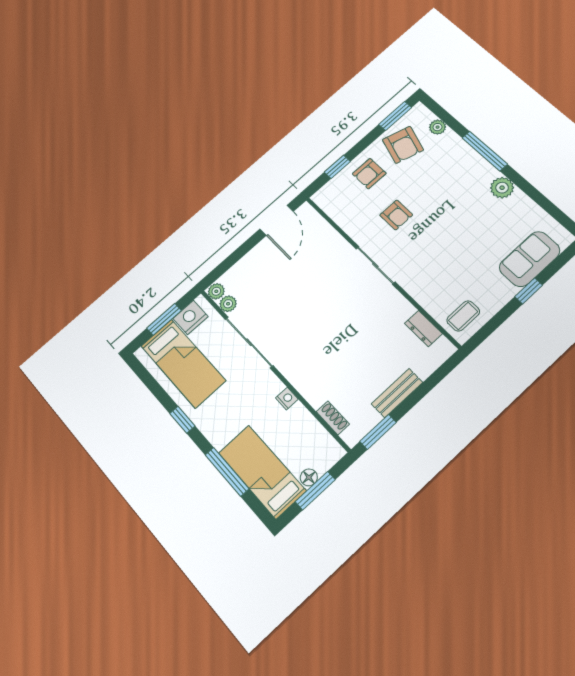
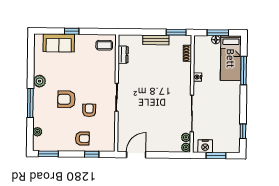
armchair: (403, 145) -> (66, 99), moved, turned -107
bed: (183, 363) -> (224, 130), removed
window: (182, 420) -> (243, 131), moved

